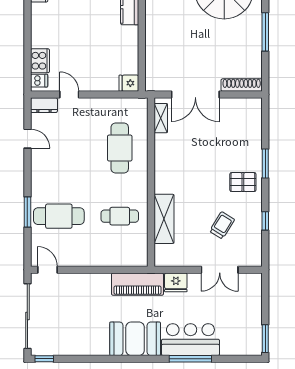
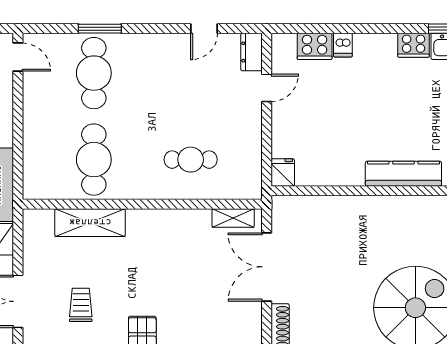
dishwasher: (39, 81) -> (343, 45), moved
cafe table: (120, 148) -> (191, 160), width x0.73, depth x0.74
cafe table: (120, 216) -> (94, 160), width x1.37, depth x1.35
trolley: (222, 225) -> (81, 305), turned -122
door: (48, 270) -> (18, 57), hinge flipped

